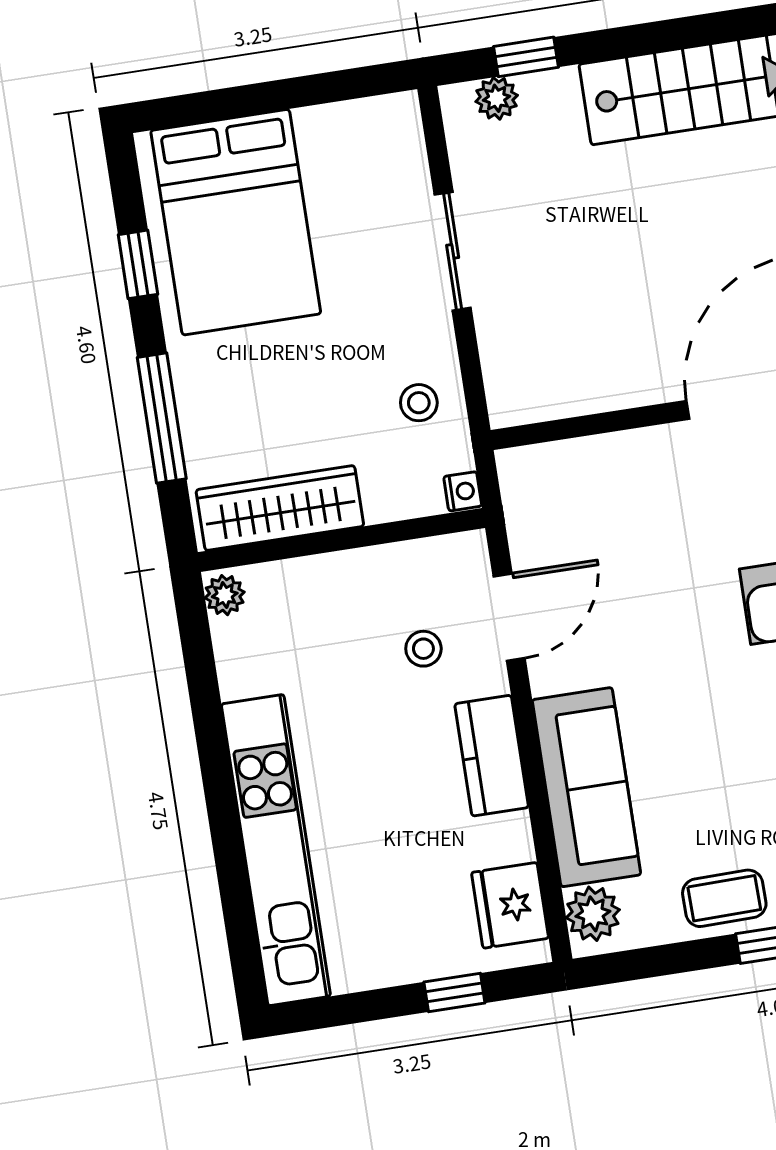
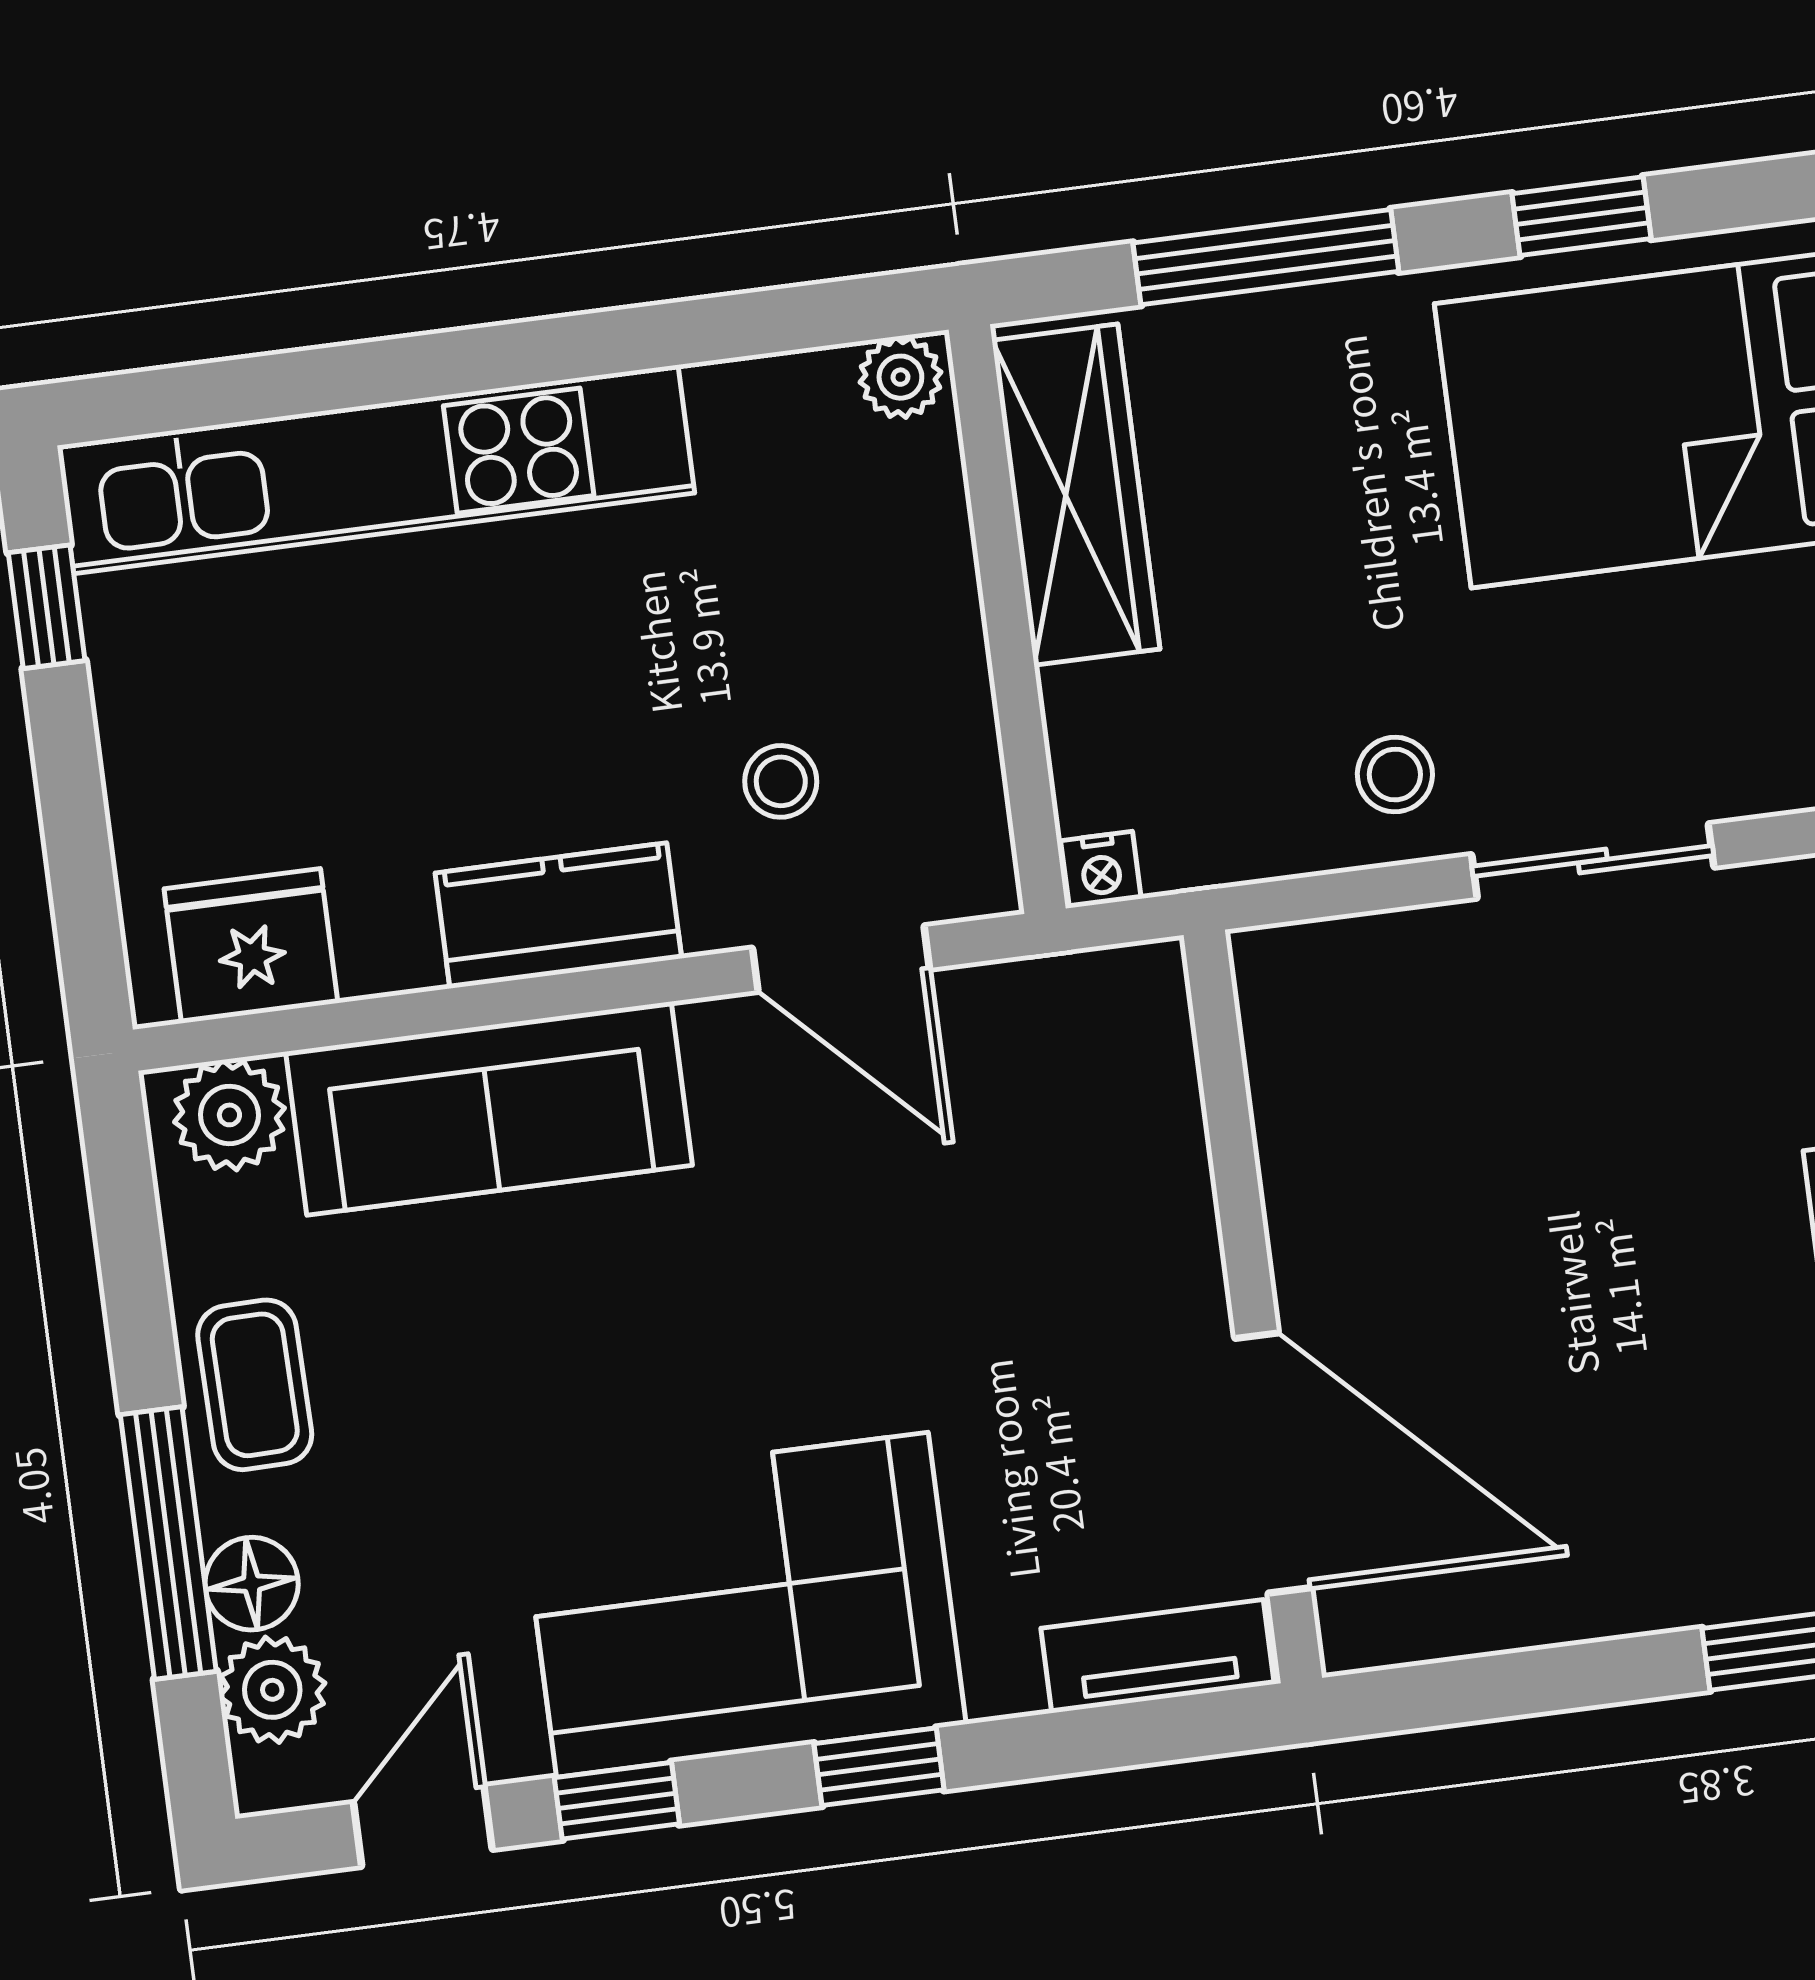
stool: (419, 403) -> (1395, 775), moved
window: (454, 992) -> (47, 607), moved

